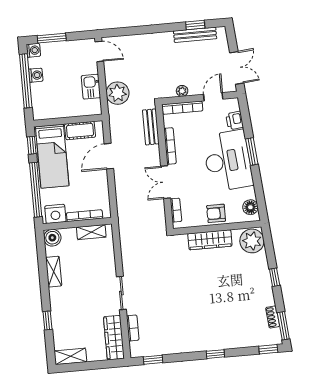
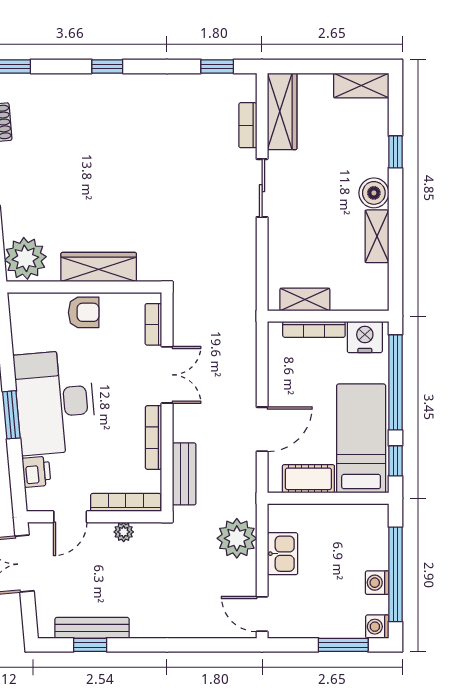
floor lamp: (250, 207) -> (23, 318), removed
boiler: (52, 238) -> (374, 193), moved

